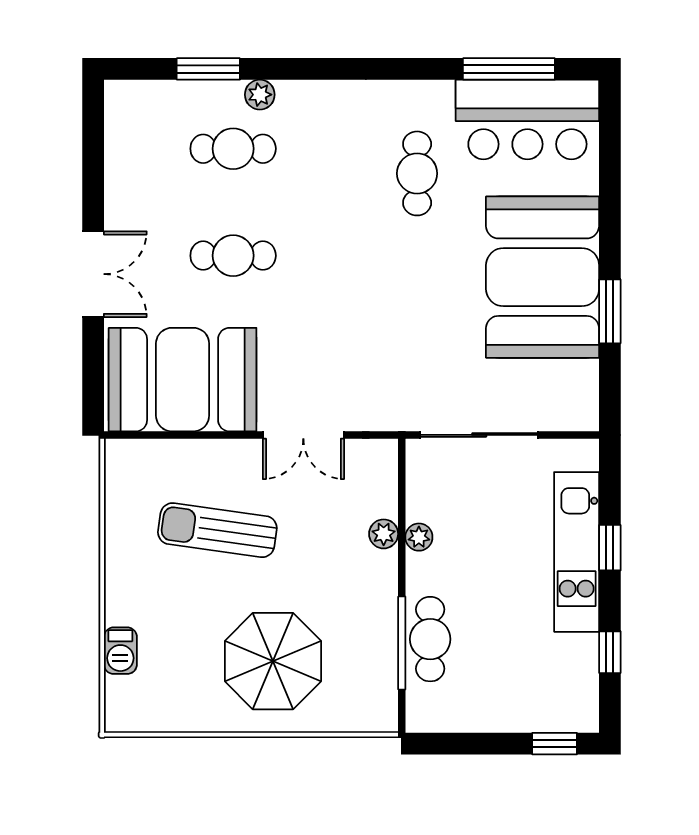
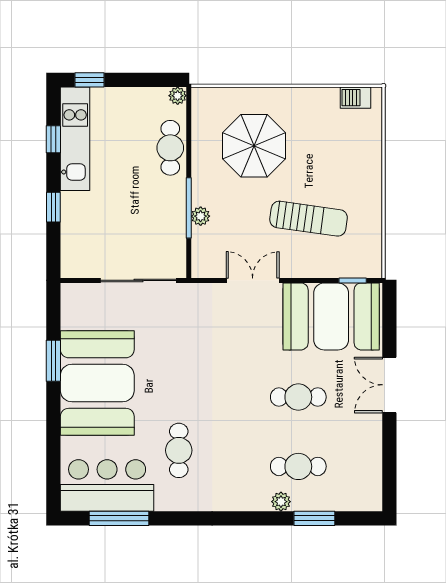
window: (150, 435) -> (353, 280), added
plant: (419, 537) -> (178, 96), moved
kitchen unit: (577, 552) -> (75, 139), moved
window: (402, 643) -> (189, 208), moved
barbecue: (120, 651) -> (356, 98), moved, turned -90
parasol: (273, 661) -> (254, 146), moved

